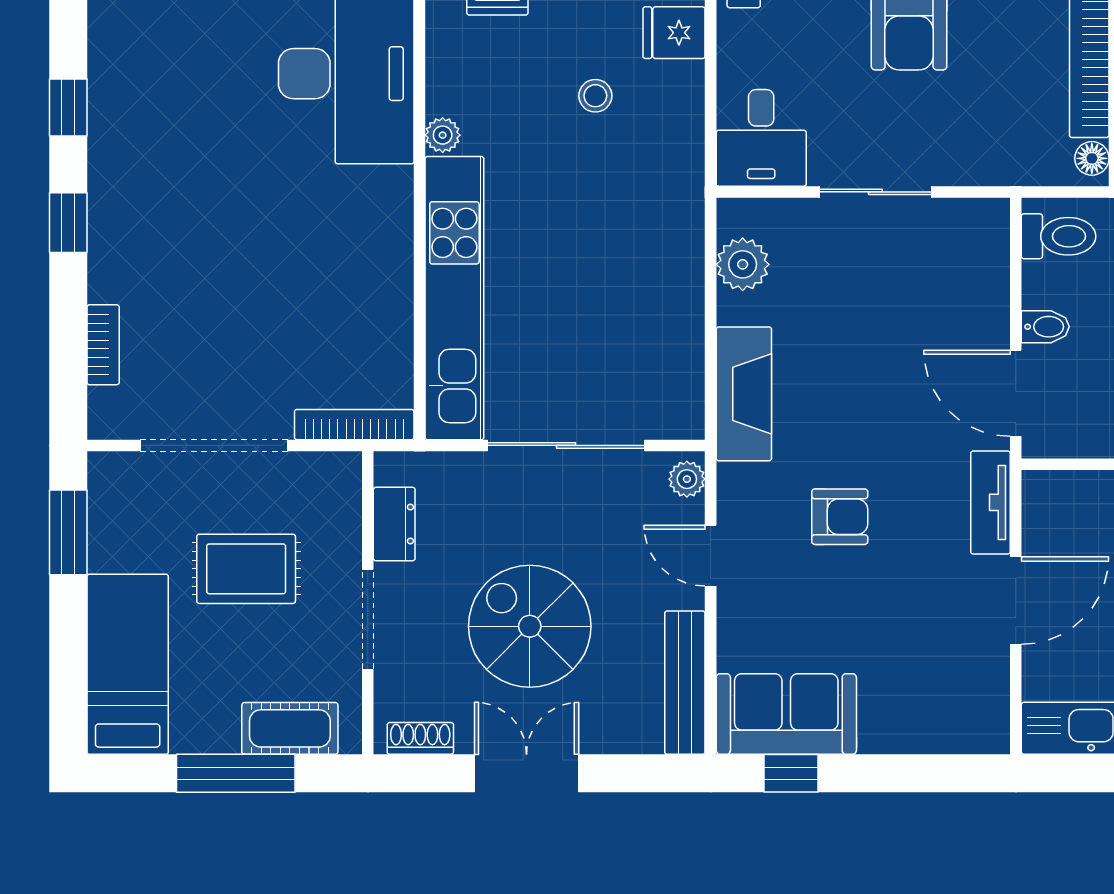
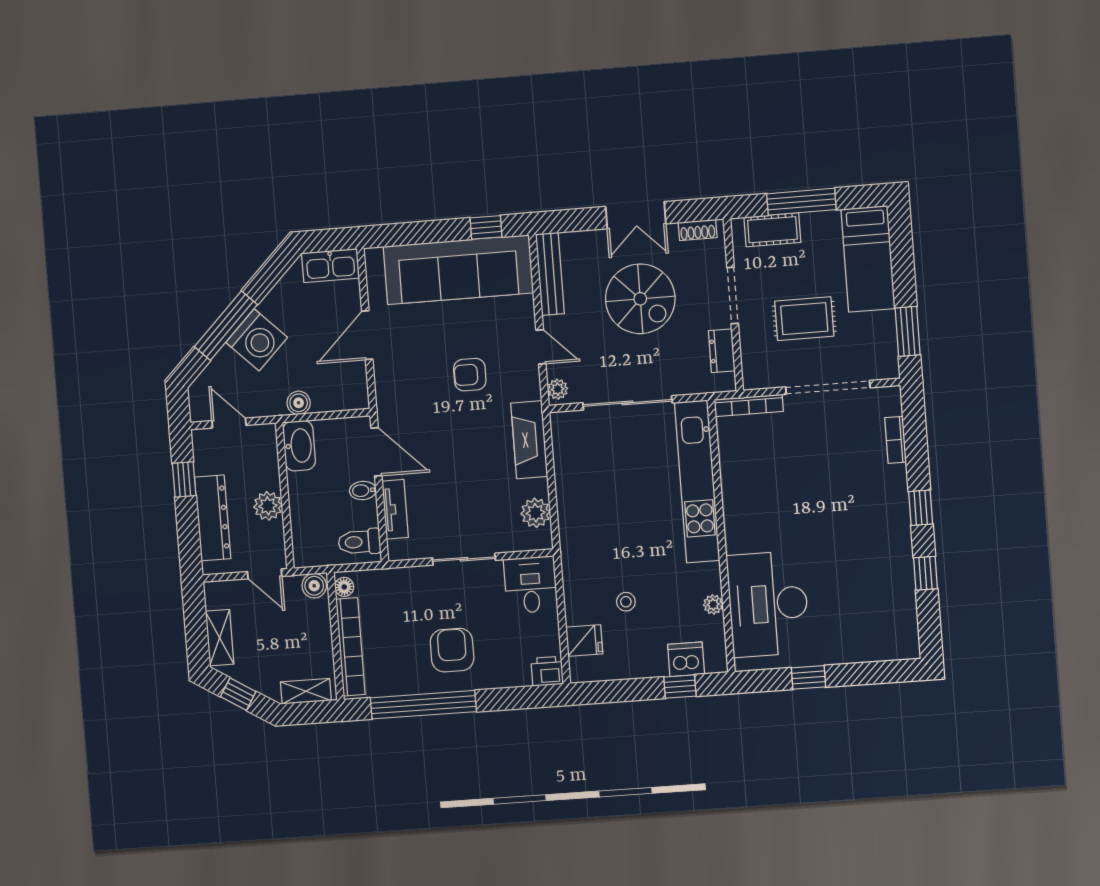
plant: (443, 135) -> (713, 604), moved
tv unit: (991, 502) -> (395, 509), moved
sofa: (786, 714) -> (458, 270), width x1.85, depth x1.27

